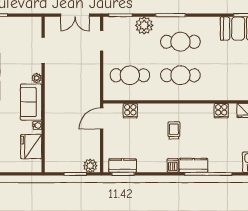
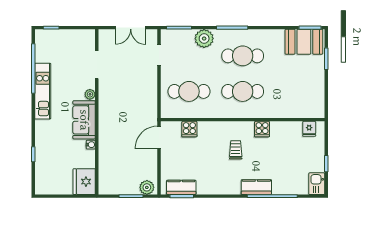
cooker: (221, 111) -> (262, 129), moved
fridge: (31, 147) -> (84, 182), moved
dishwasher: (173, 165) -> (234, 187), removed

